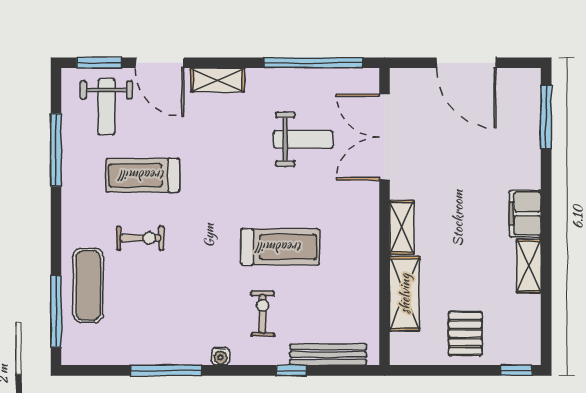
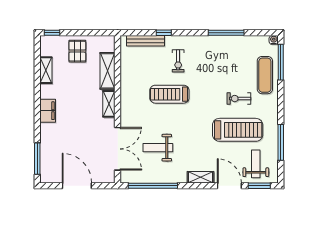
treadmill: (143, 175) -> (238, 130), width x1.37, depth x1.38
shelving: (529, 266) -> (46, 70), moved
water cooler: (220, 356) -> (274, 40), moved

